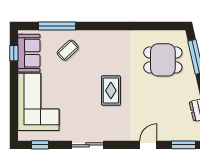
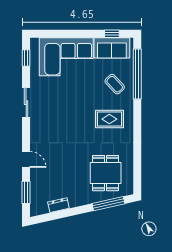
window: (57, 26) -> (137, 74), width x1.46
rug: (111, 91) -> (109, 119), moved

